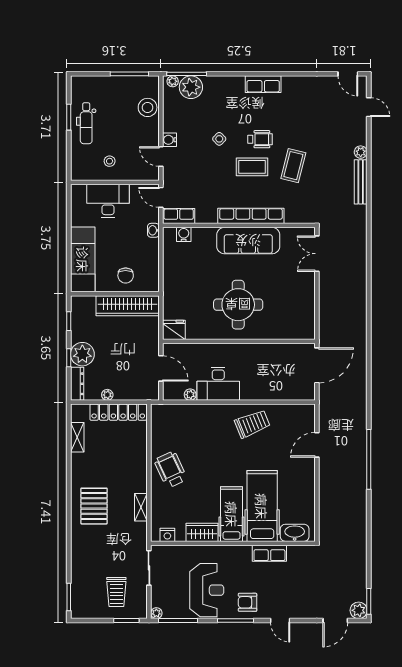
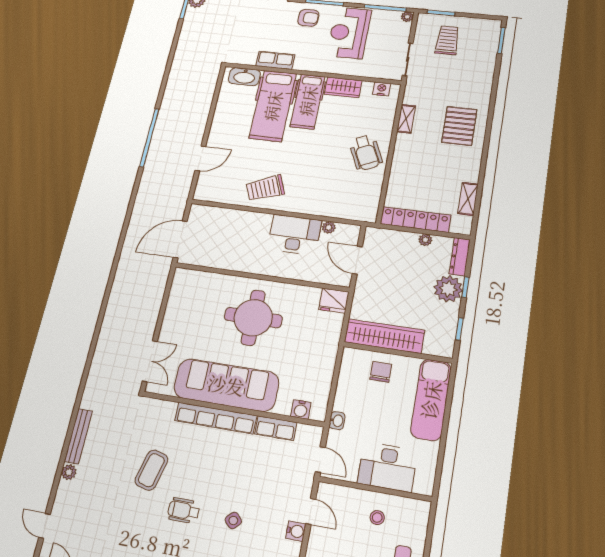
coffee table: (252, 167) -> (201, 478), removed
row of seats: (179, 216) -> (276, 428), moved
sofa: (248, 241) -> (226, 385), width x1.36, depth x1.27

